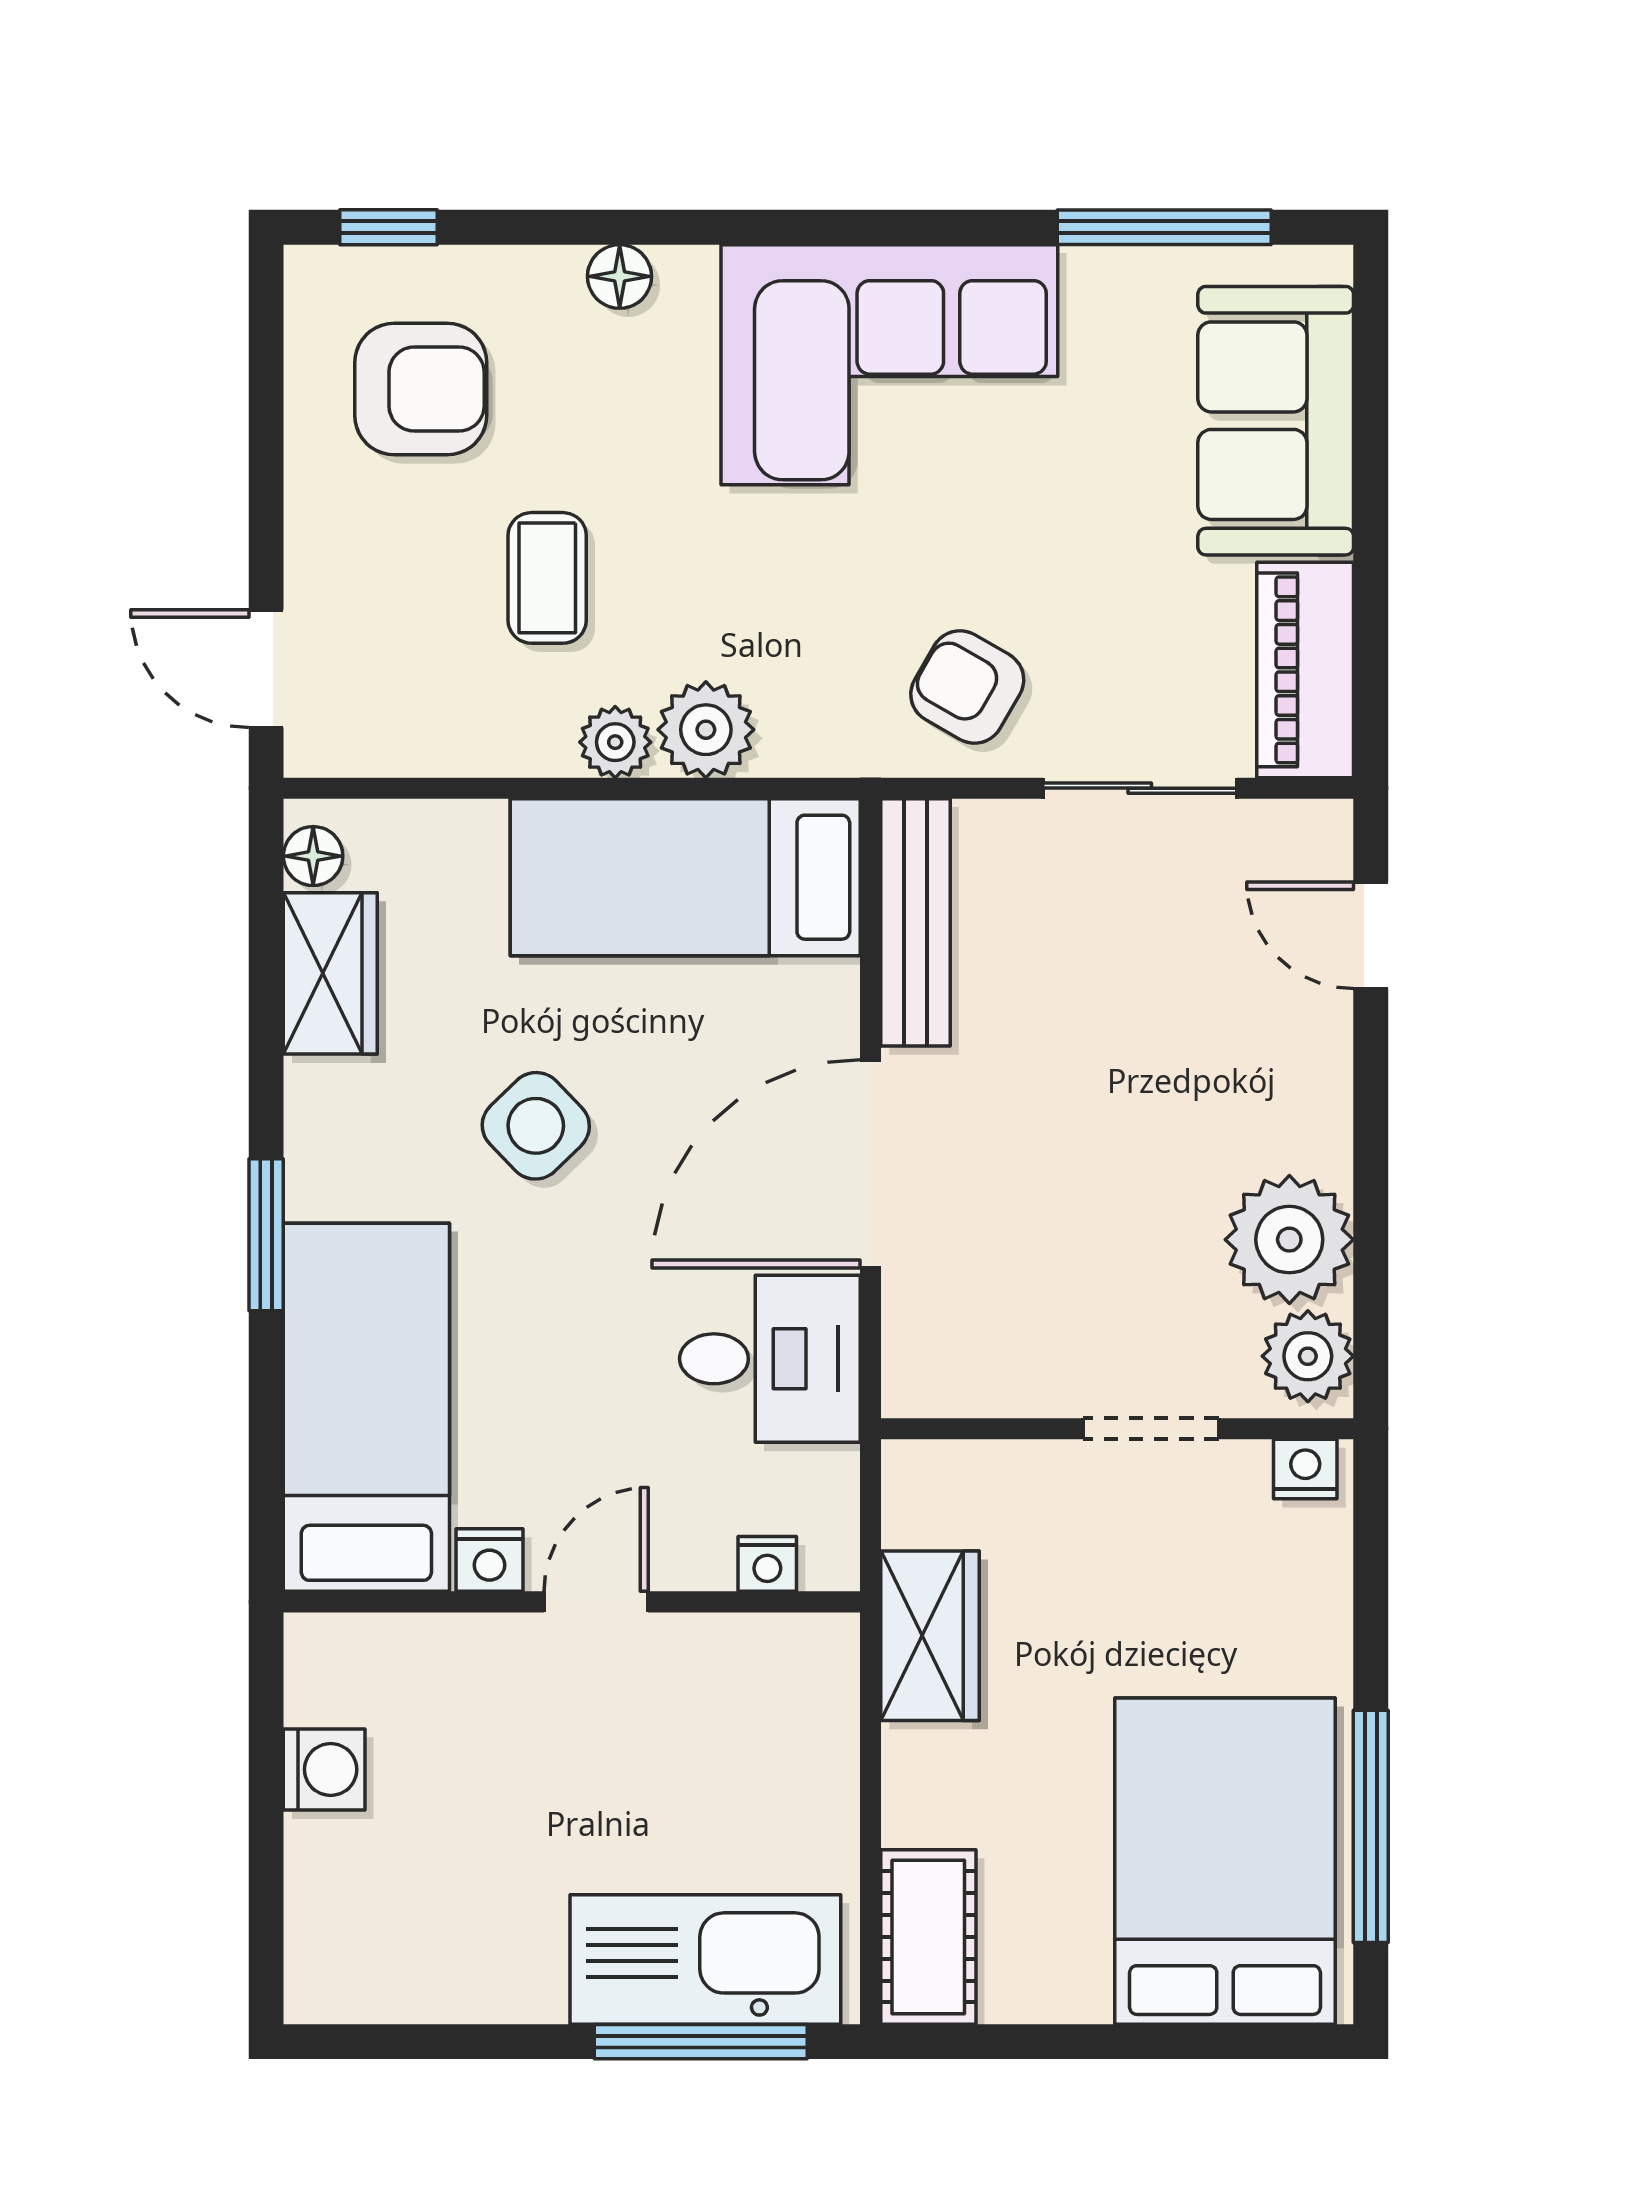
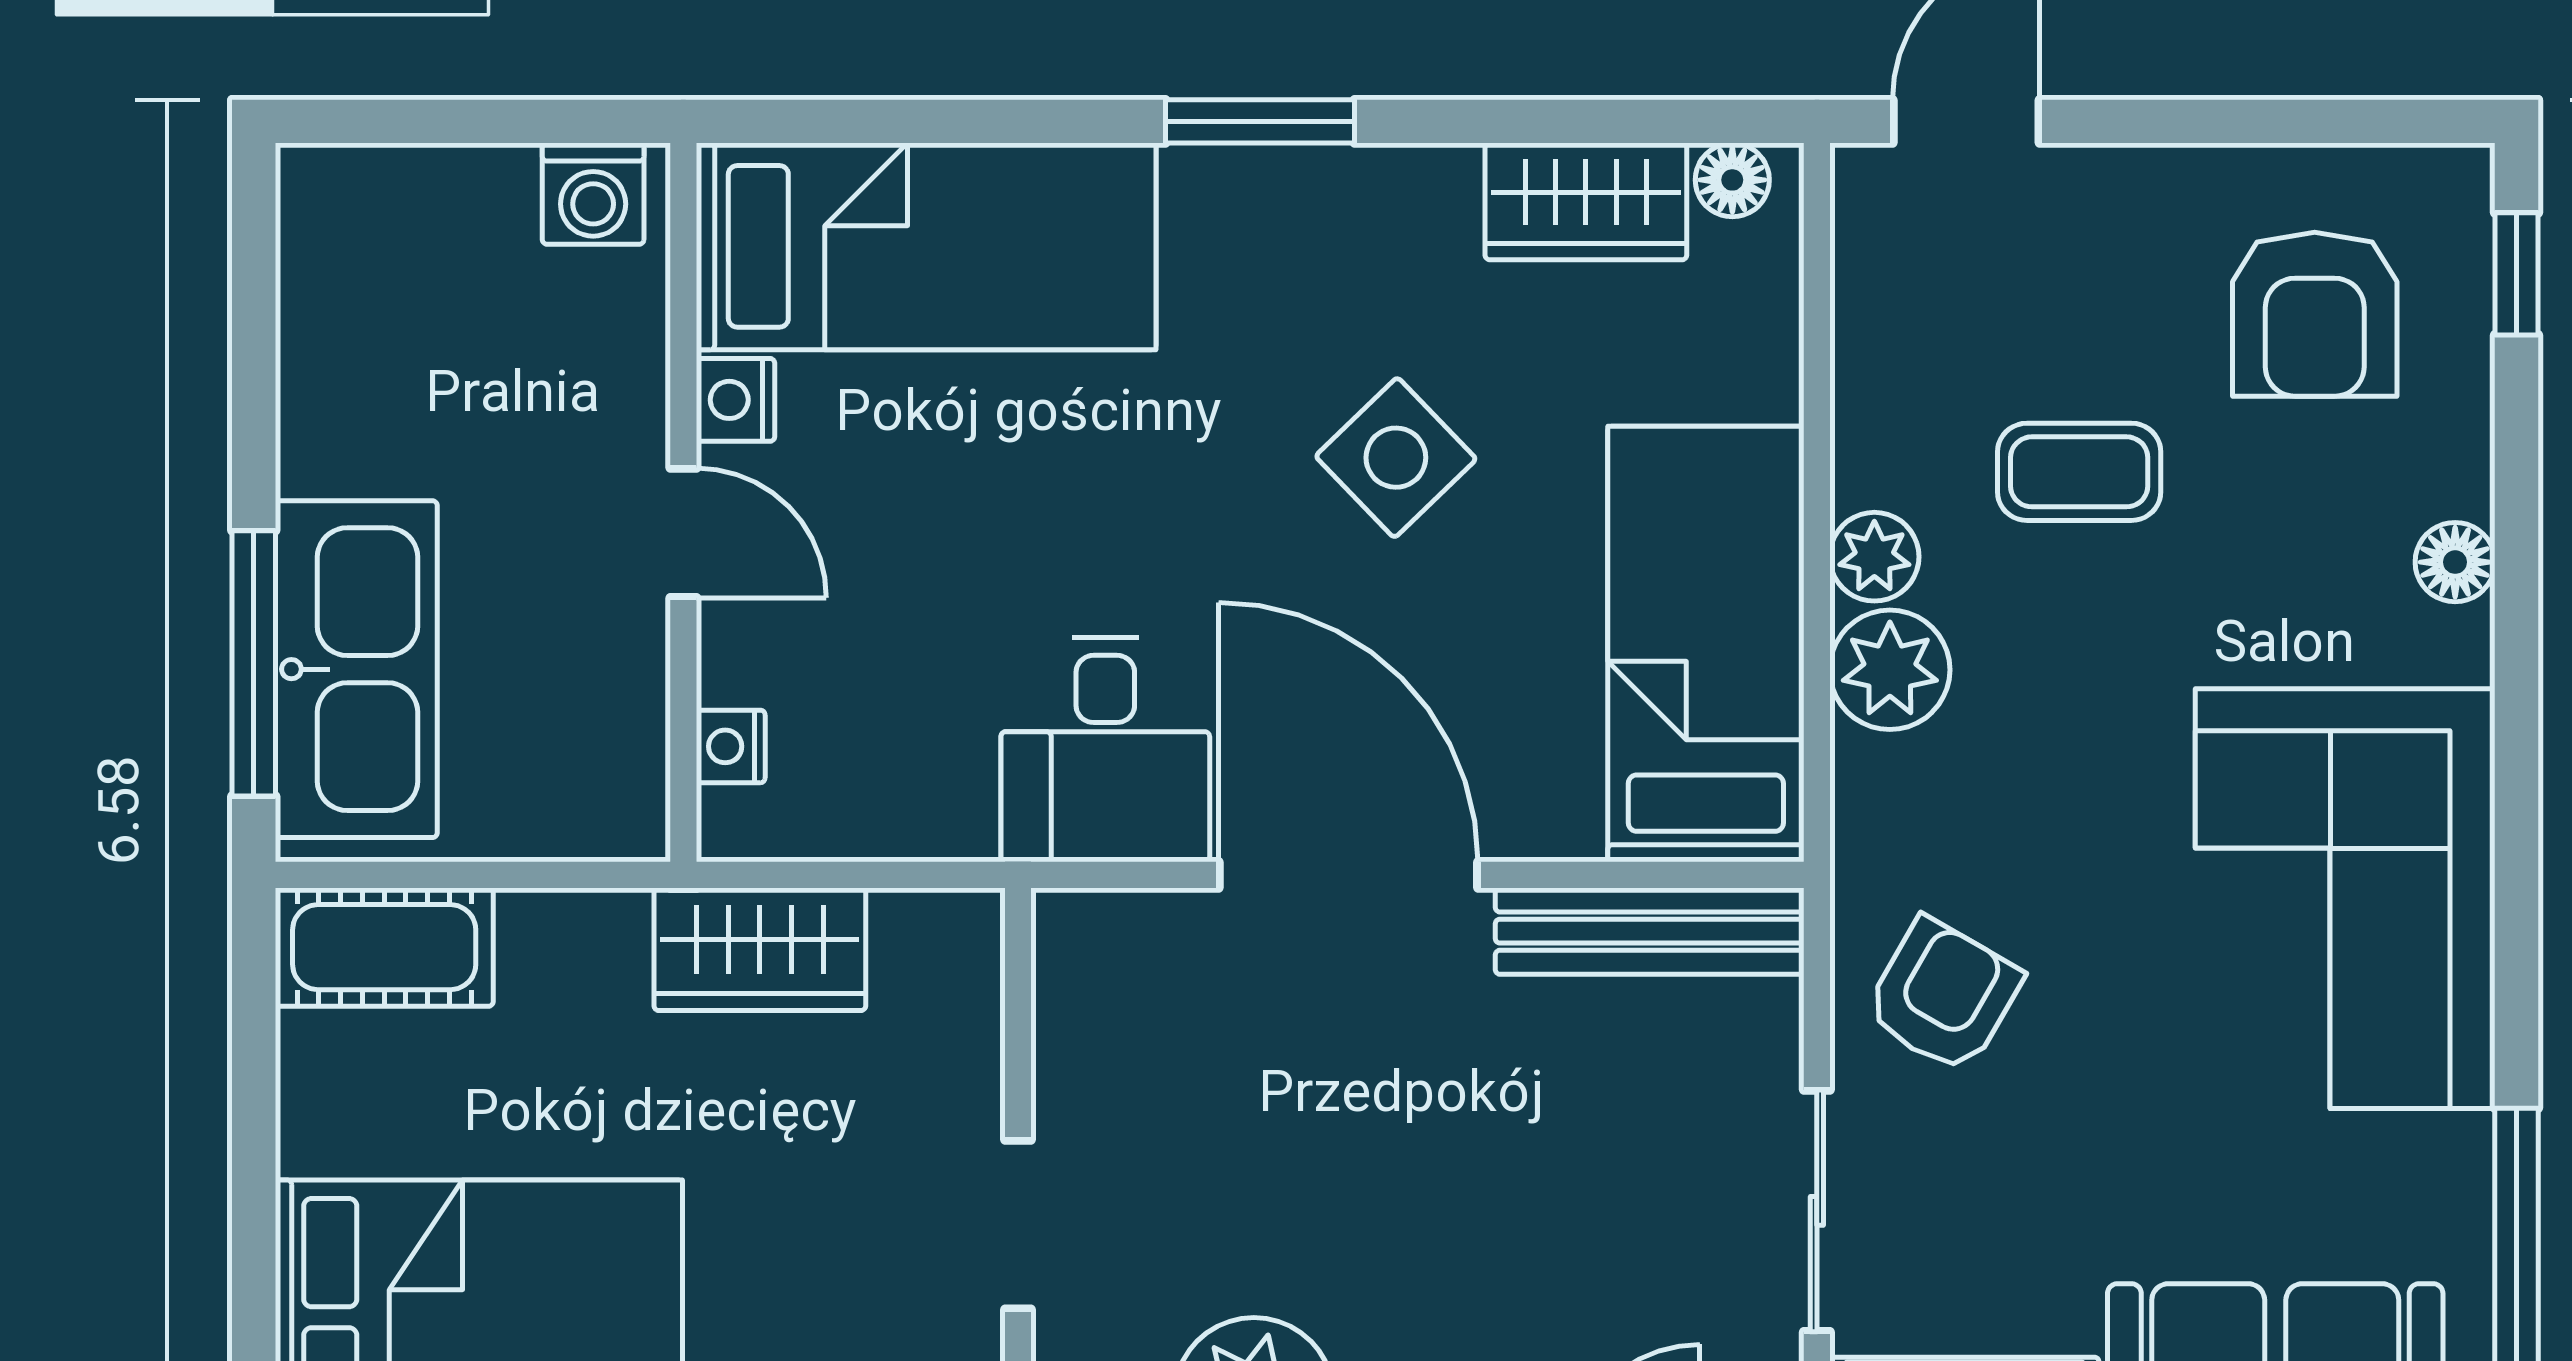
bed: (366, 1407) -> (926, 246), moved
nightstand: (489, 1560) -> (735, 400), moved
nightstand: (767, 1564) -> (731, 746), moved
wall: (572, 1602) -> (683, 502), moved
door: (596, 1602) -> (683, 533), moved

